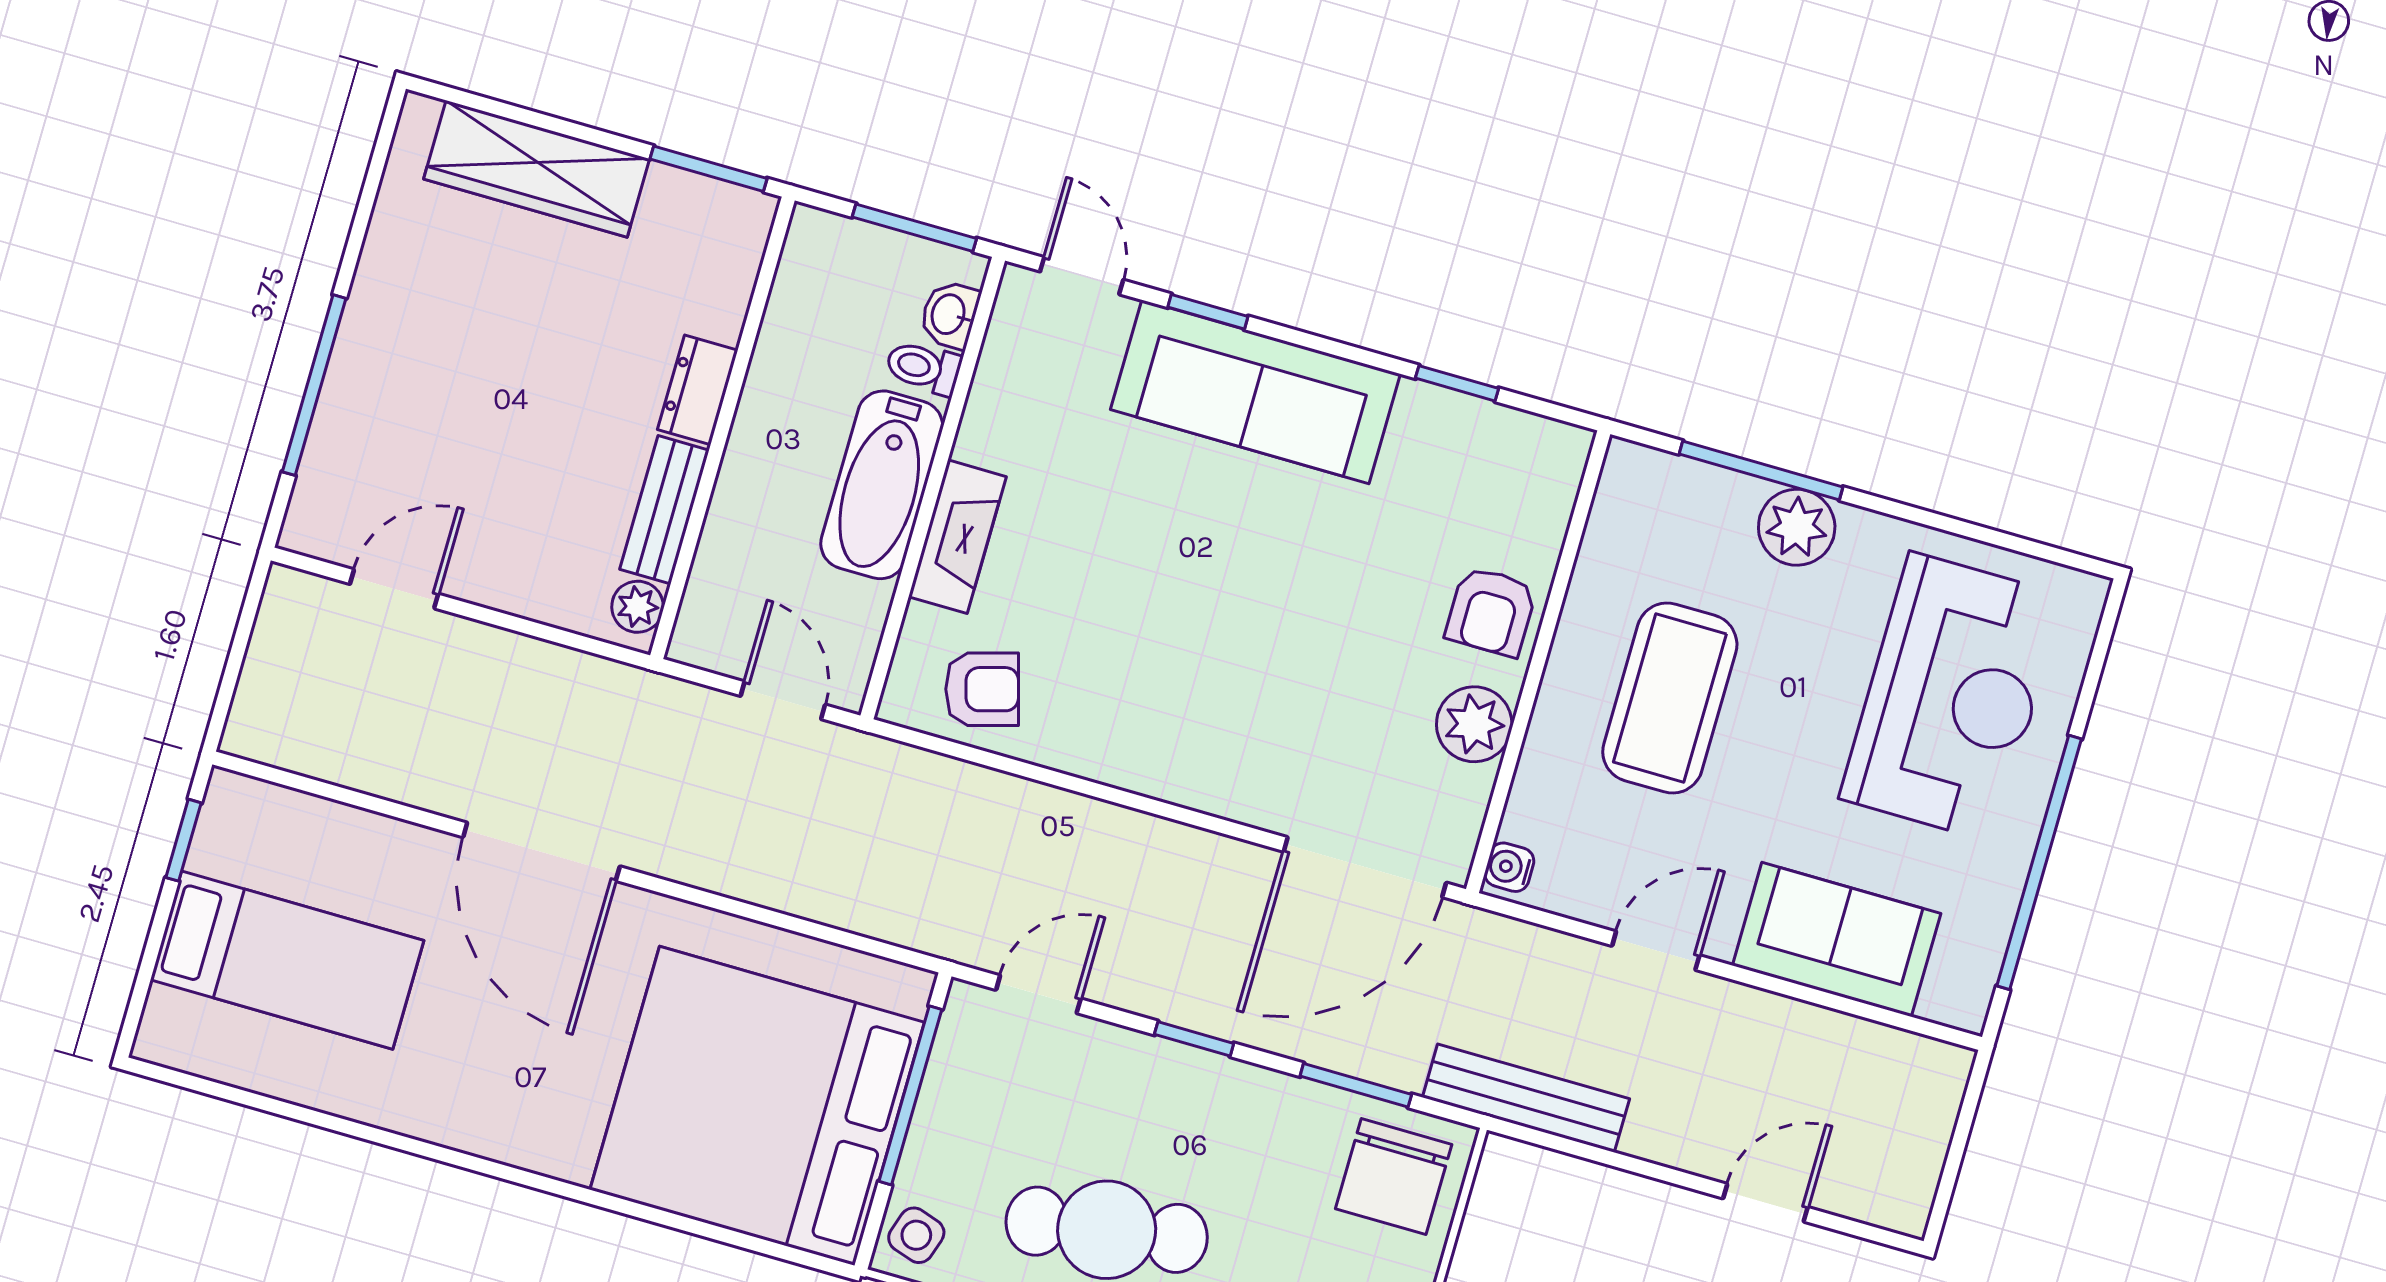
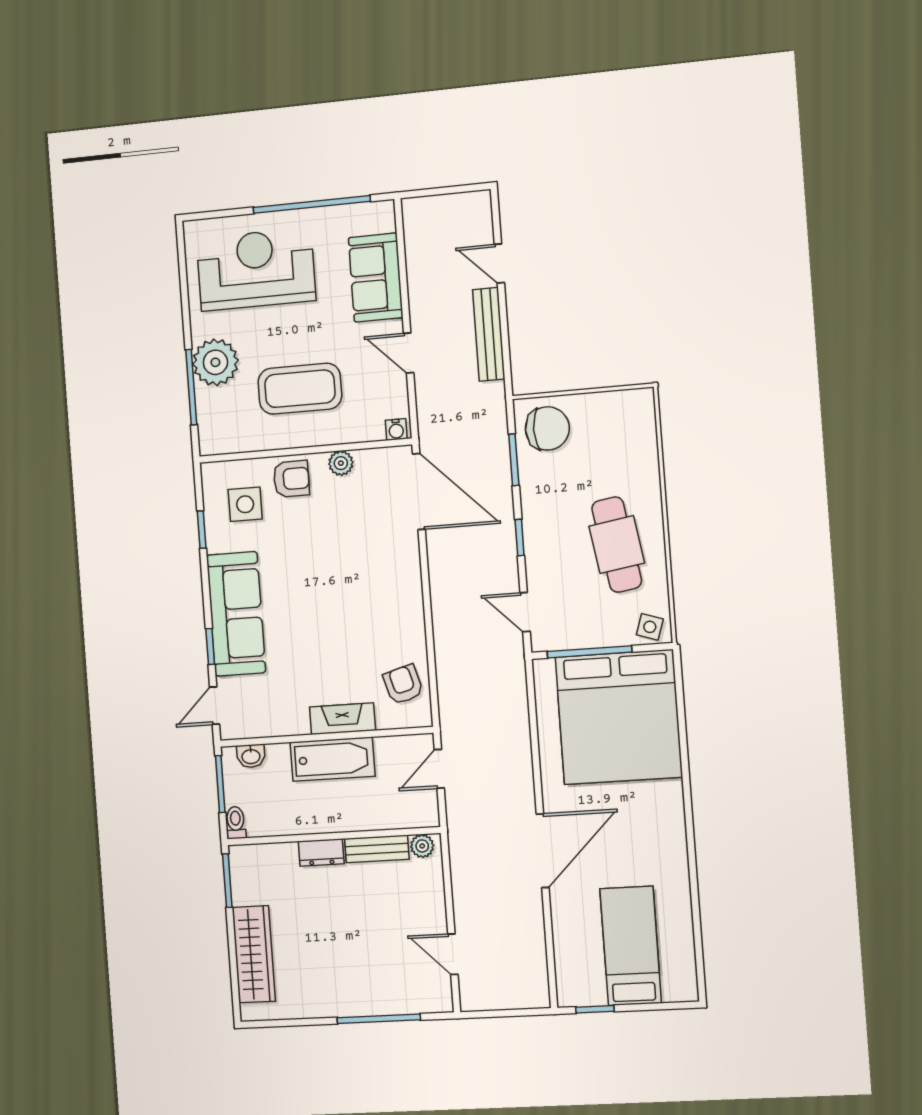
toilet: (924, 368) -> (236, 823), moved, turned 180
side table: (1475, 495) -> (245, 504), added
plant: (1797, 527) -> (215, 362), width x1.36, depth x1.36
plant: (1474, 724) -> (341, 463), width x0.73, depth x0.73
bench: (1526, 1098) -> (489, 334), moved

